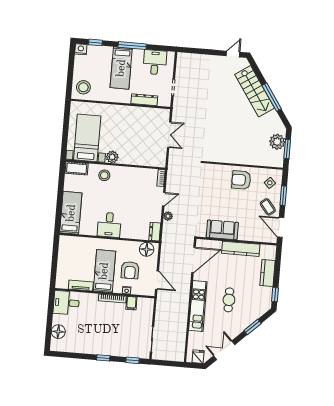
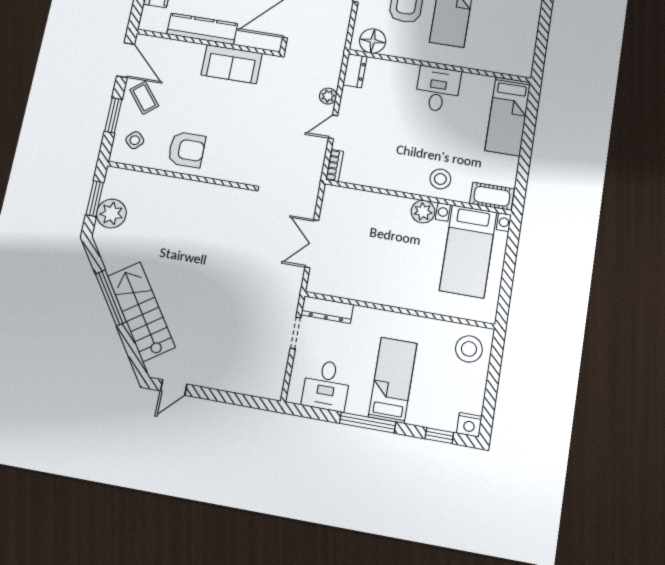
dresser: (144, 100) -> (327, 310), moved

